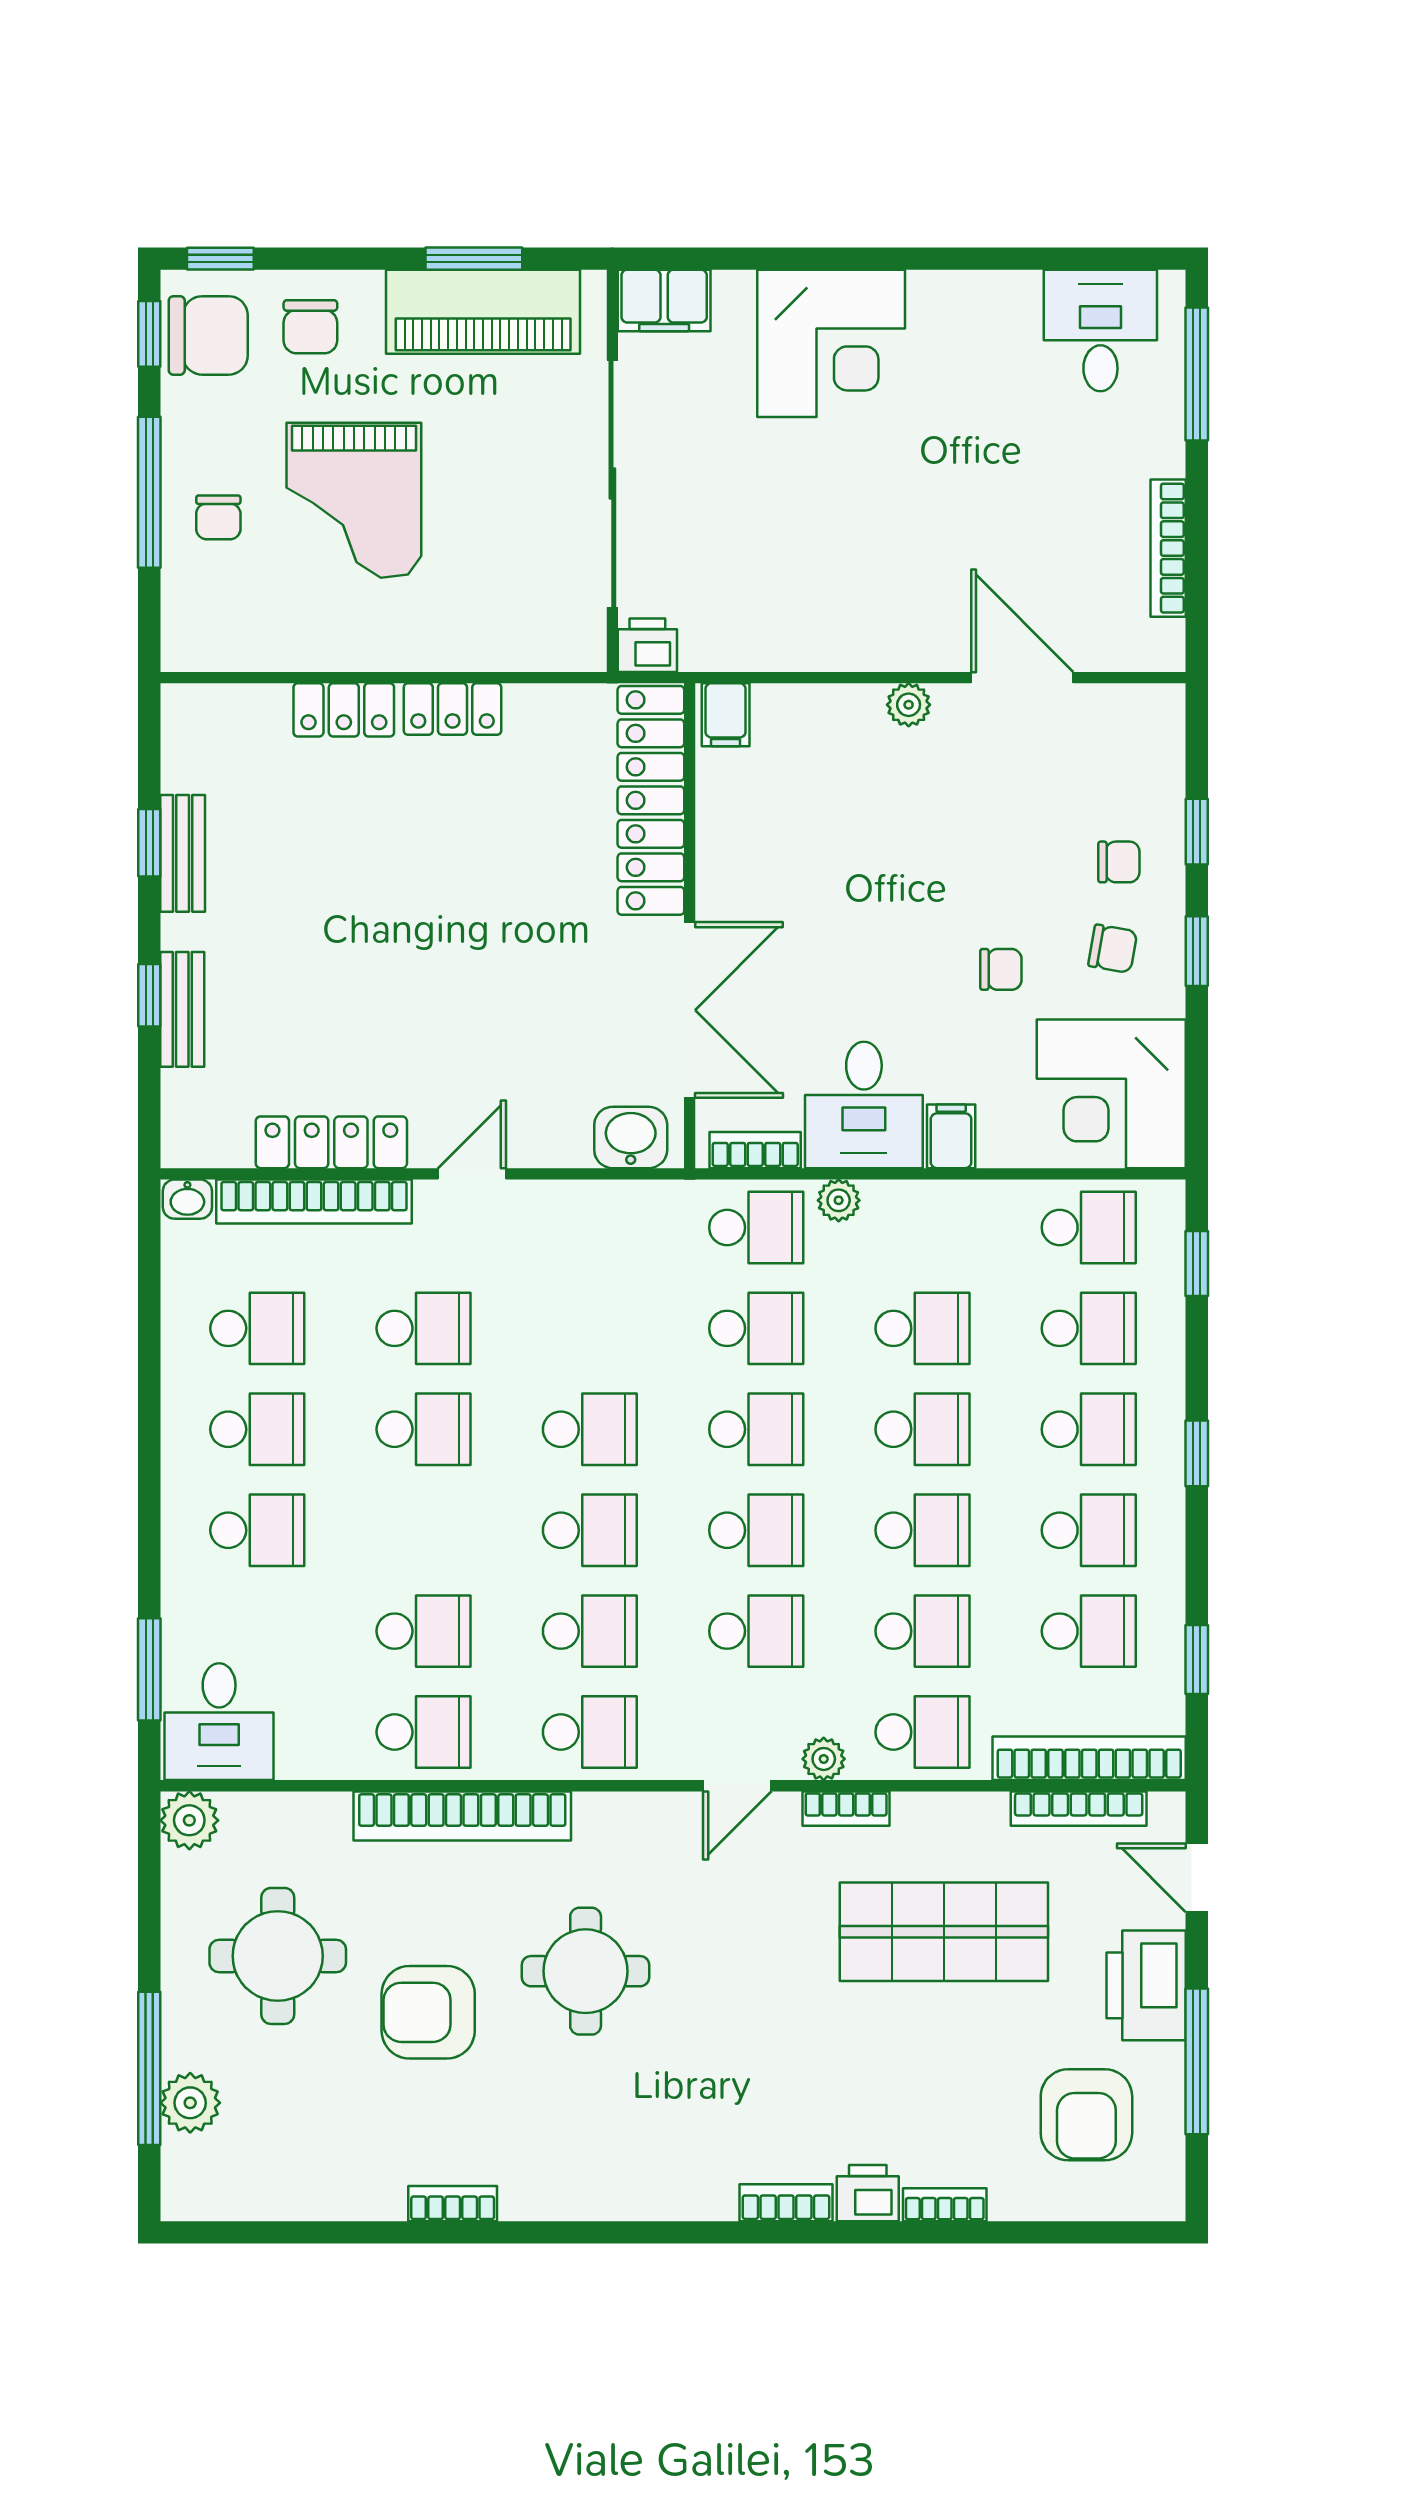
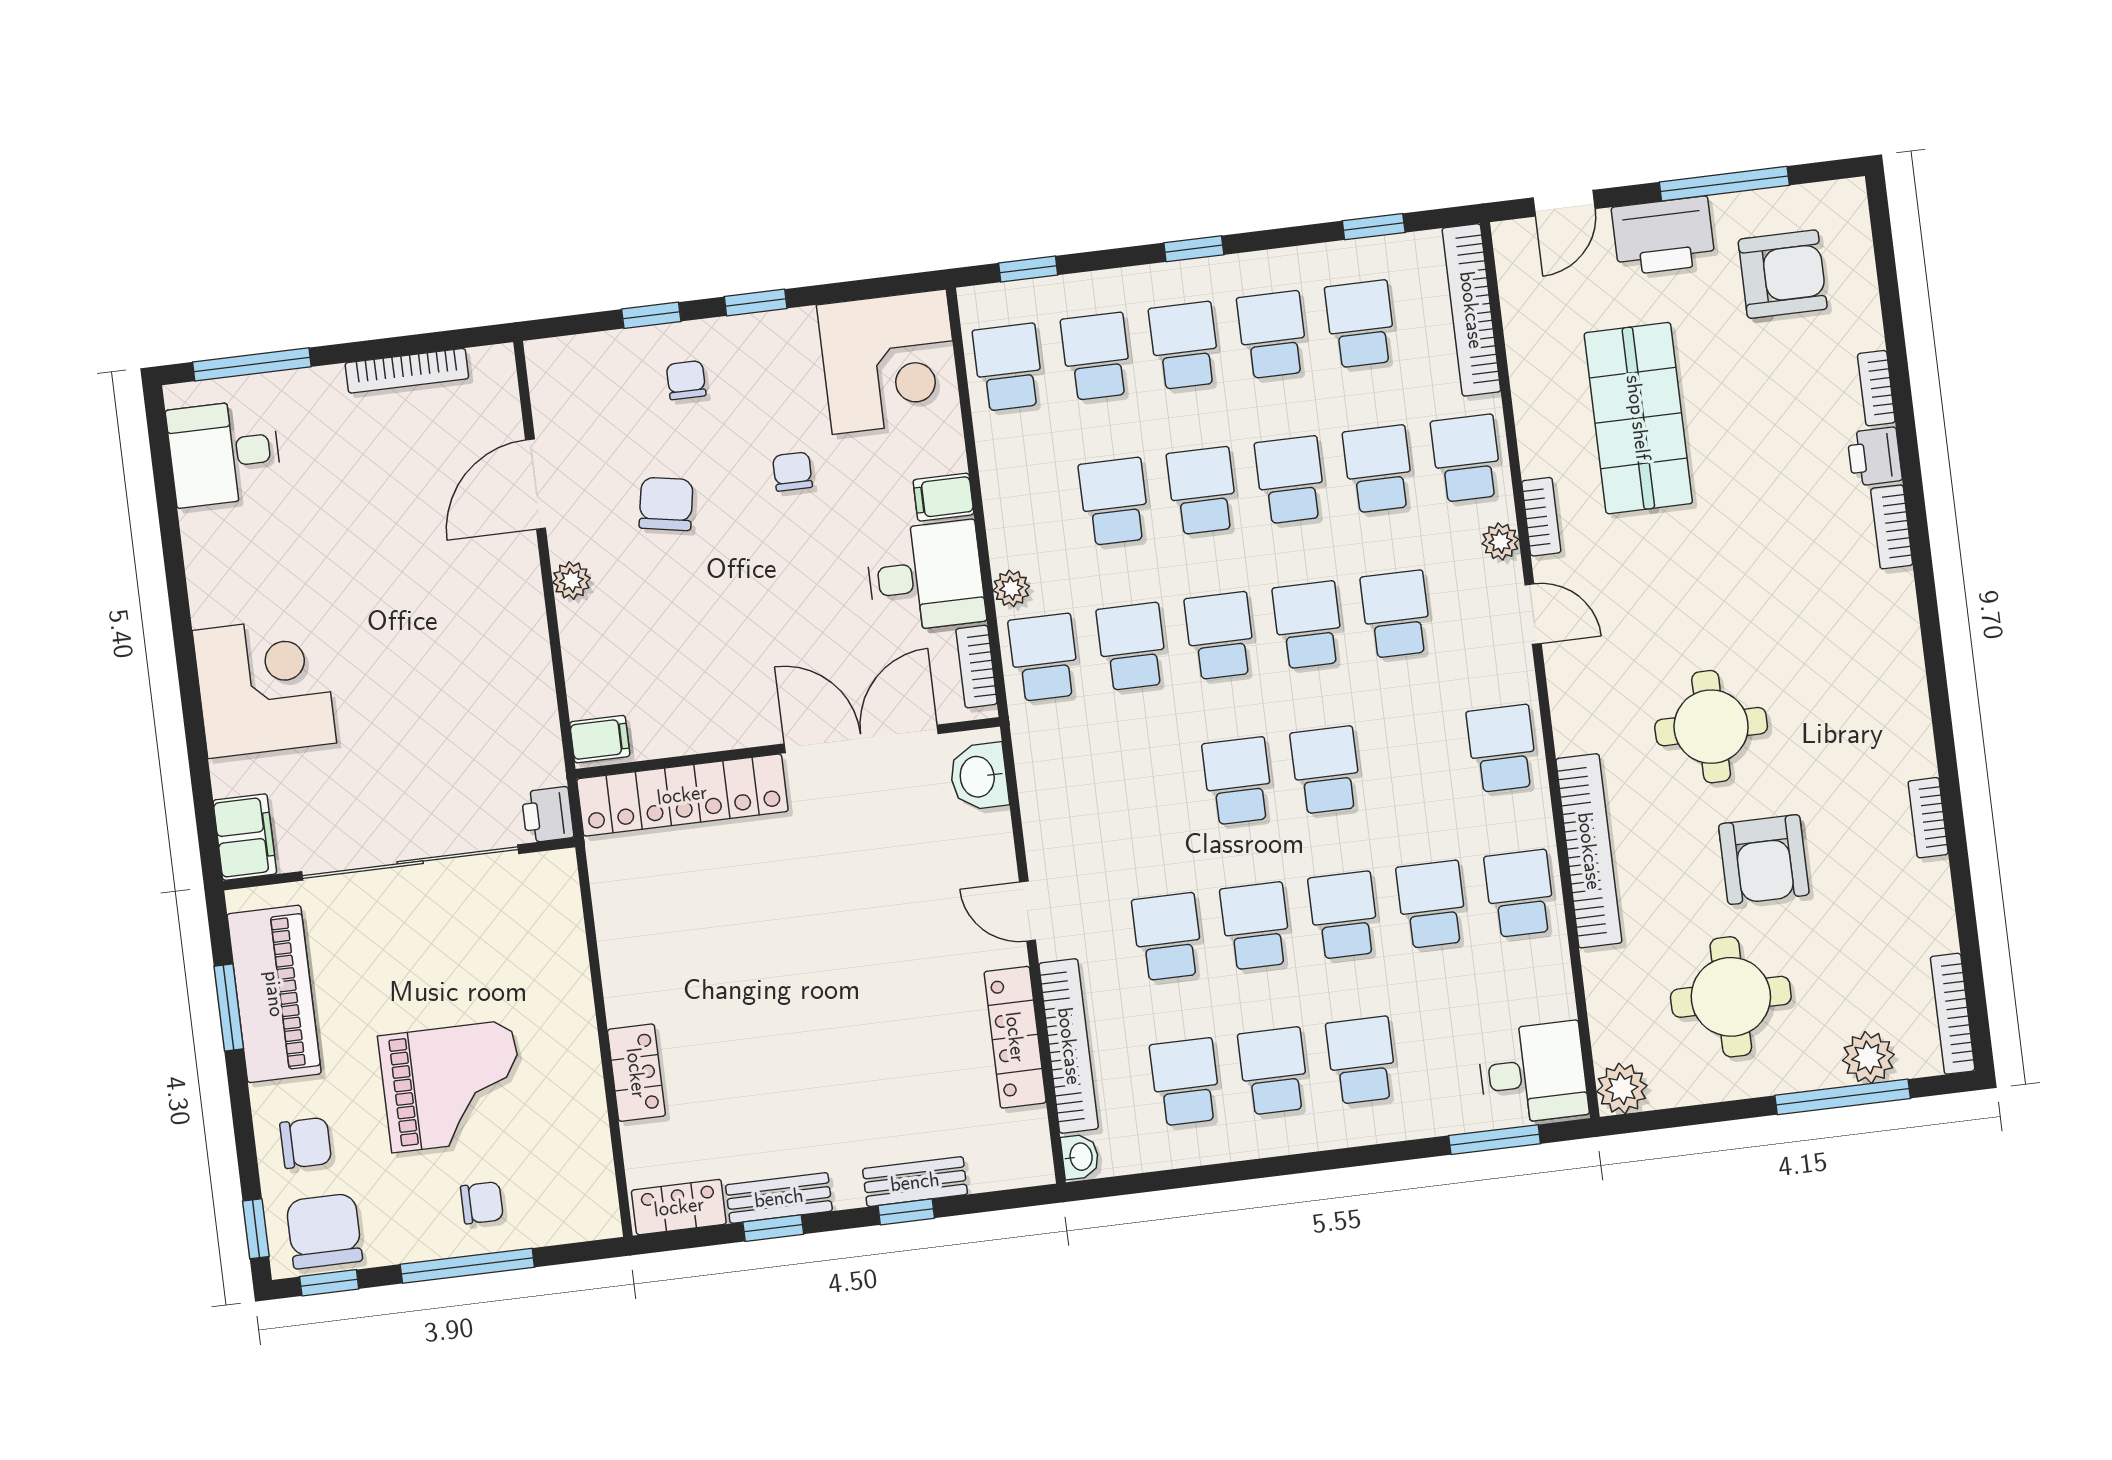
locker: (453, 709) -> (679, 1207), moved, turned -90
chair: (1113, 949) -> (666, 504), moved, width x1.37, depth x1.37
school desk: (590, 1631) -> (1344, 915), moved
bookcase: (1079, 1809) -> (1953, 1014), moved, turned 180

